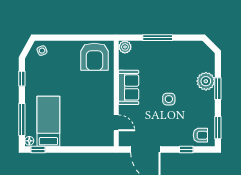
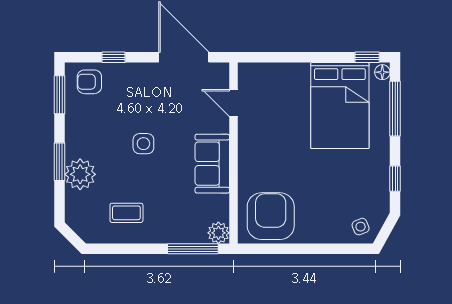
window: (158, 38) -> (193, 249), moved
coffee table: (179, 59) -> (126, 213), added
bed: (48, 121) -> (340, 106), width x1.50

